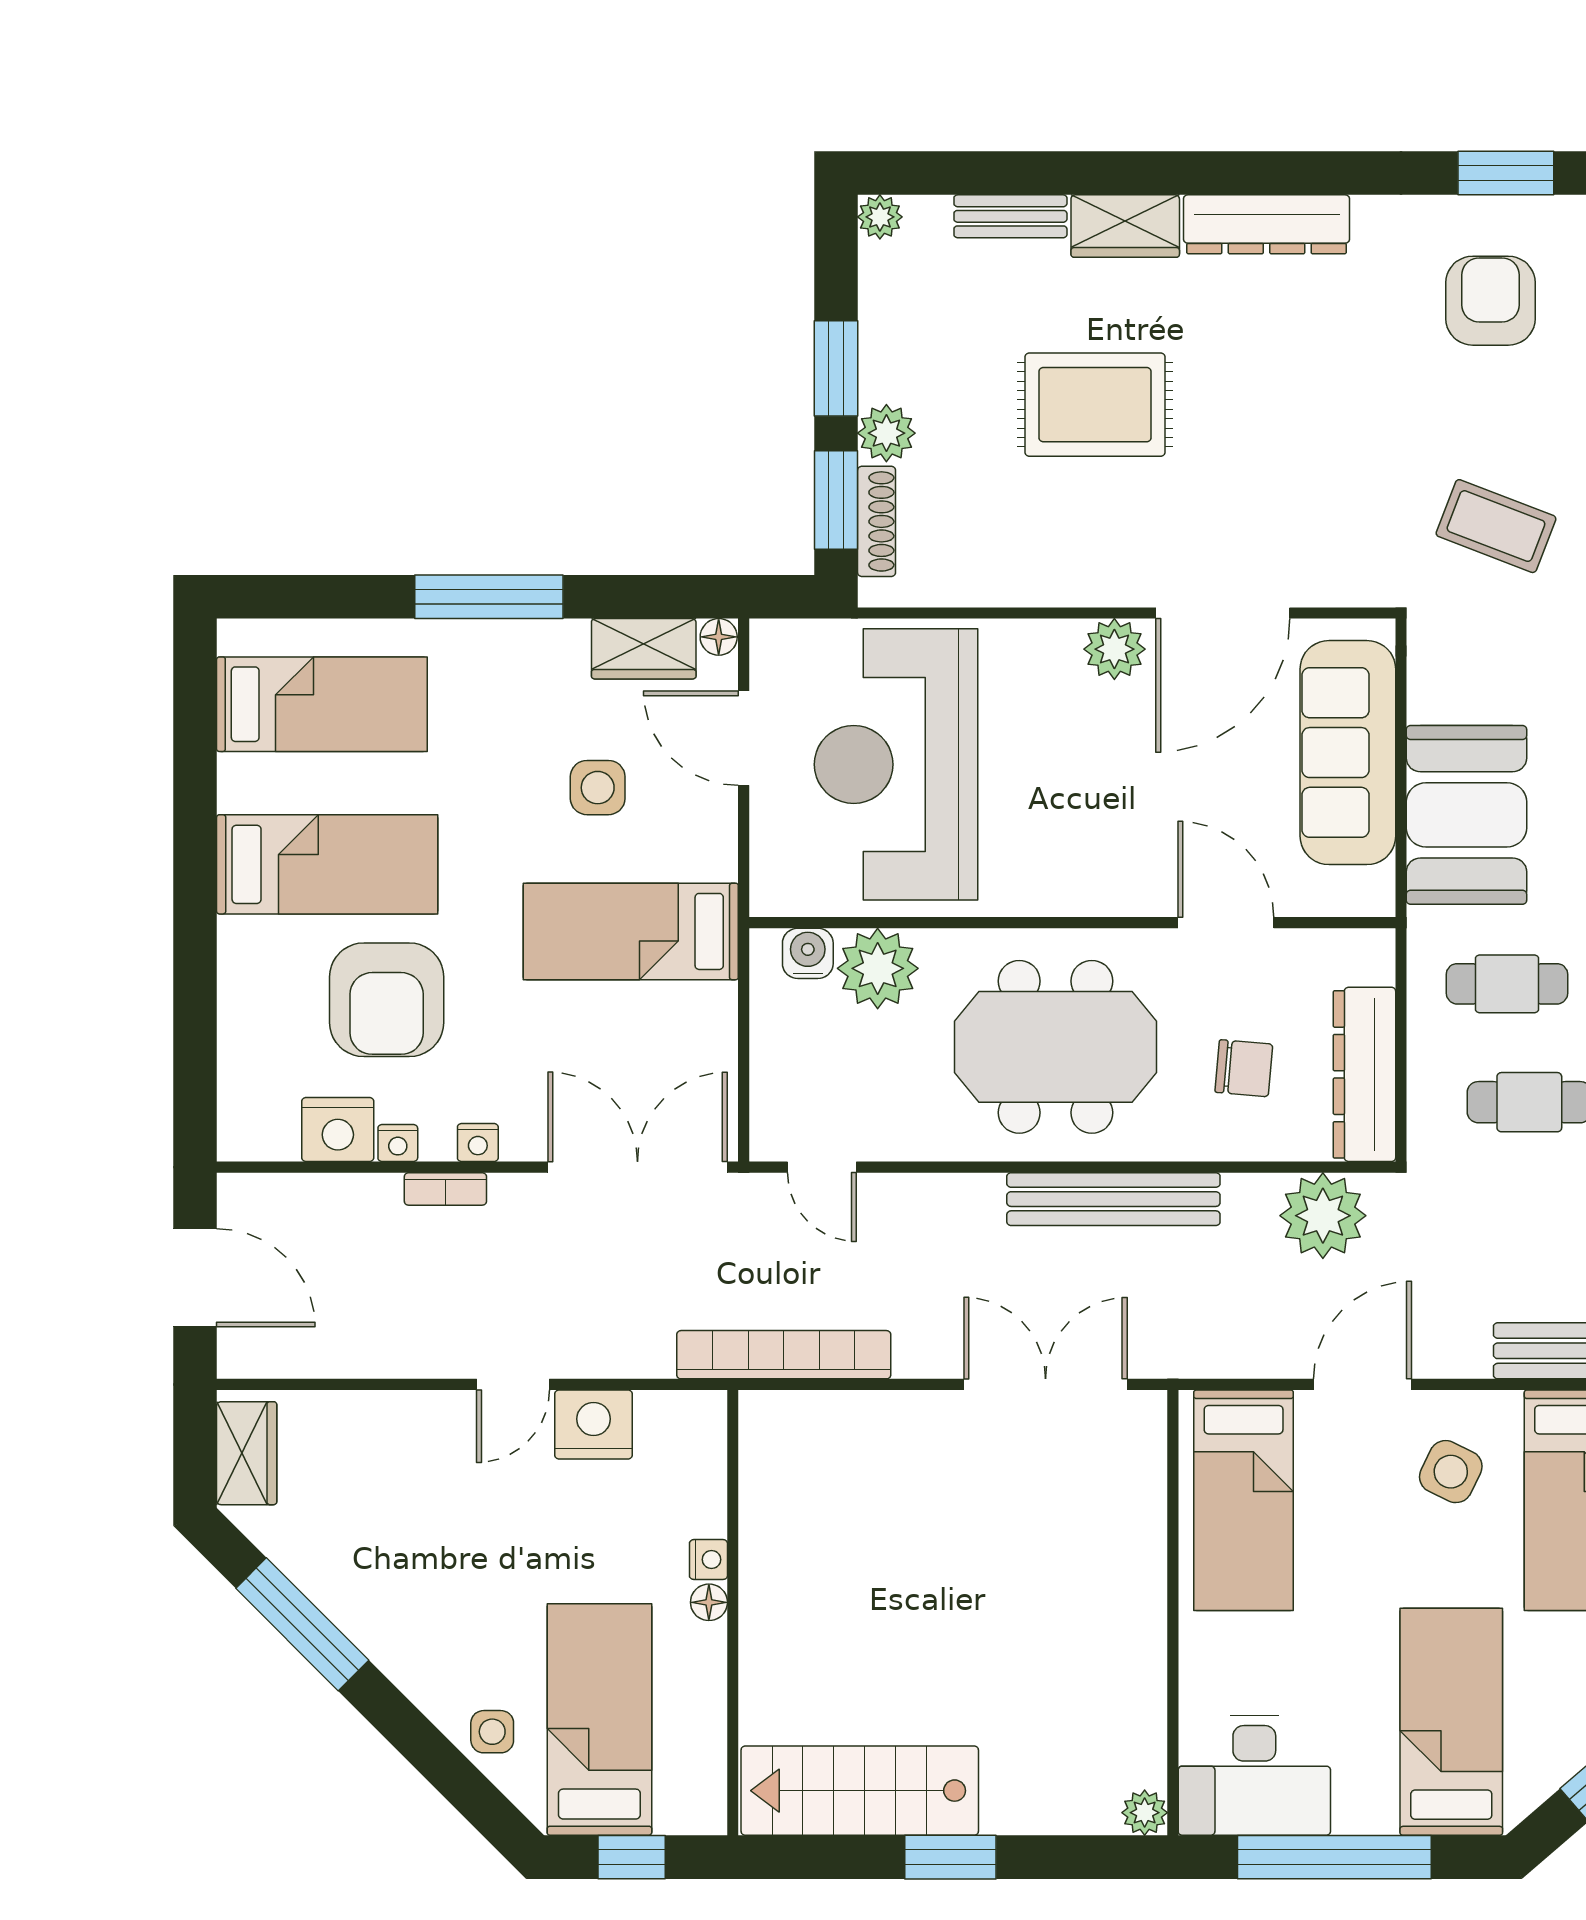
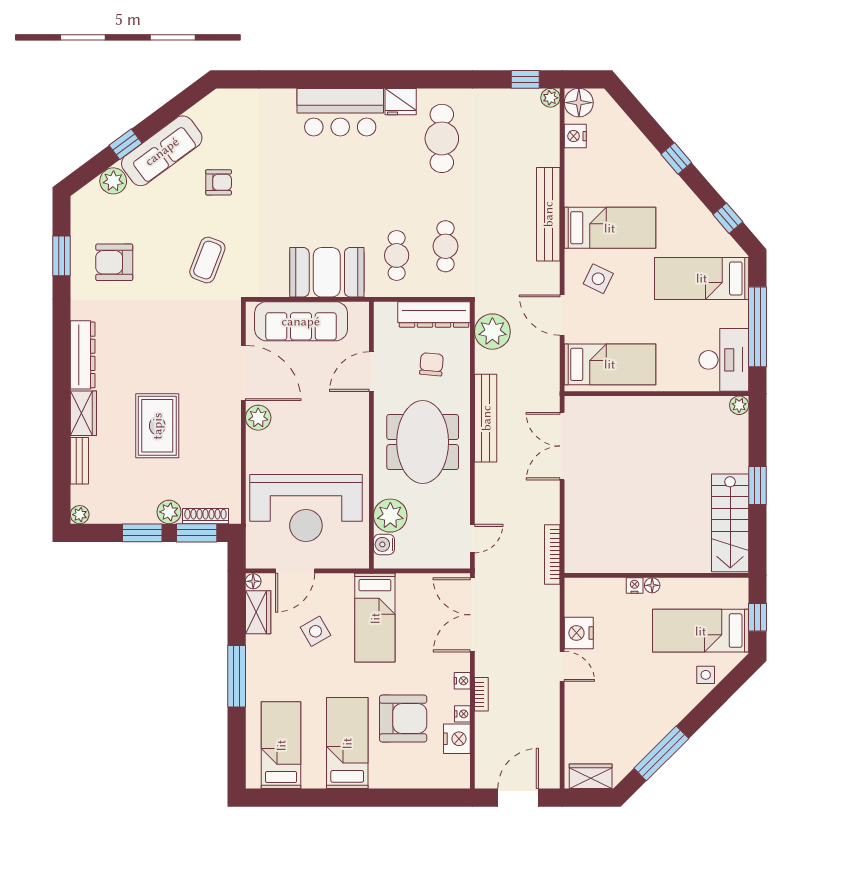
side table: (598, 788) -> (315, 631), turned -30
bookcase: (784, 1355) -> (552, 554), width x0.68, depth x0.76

